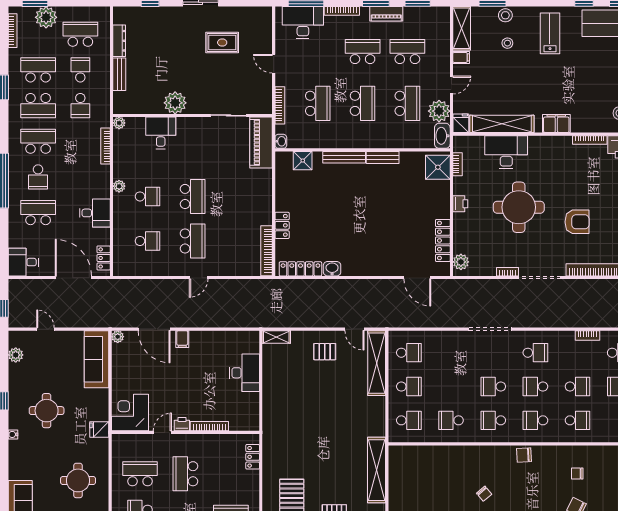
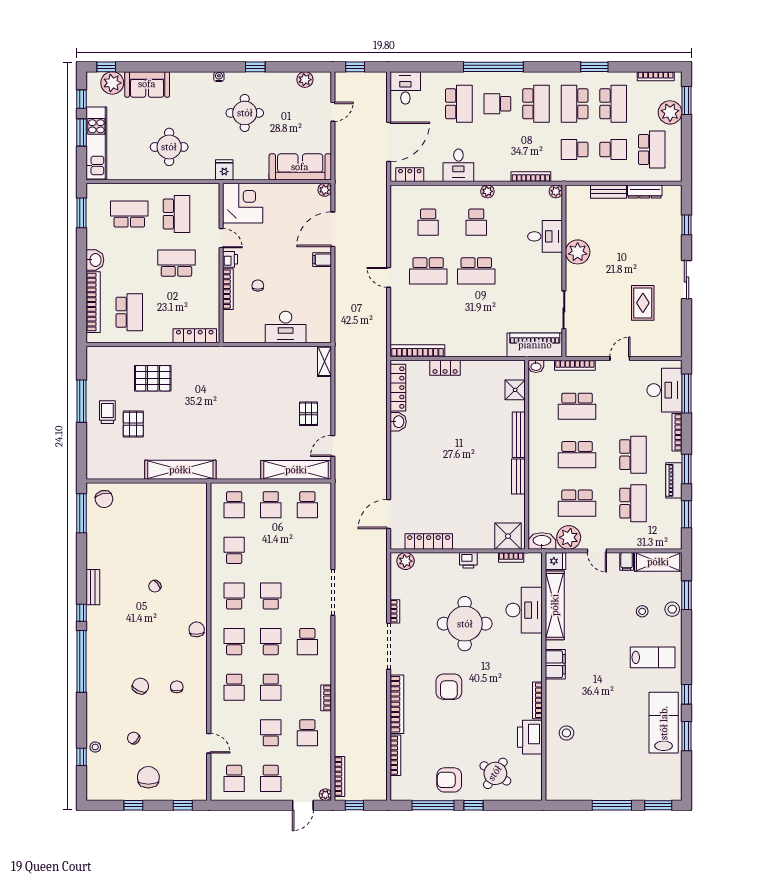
chair: (206, 399) -> (258, 286), added
locker: (253, 457) -> (195, 336), width x1.53

